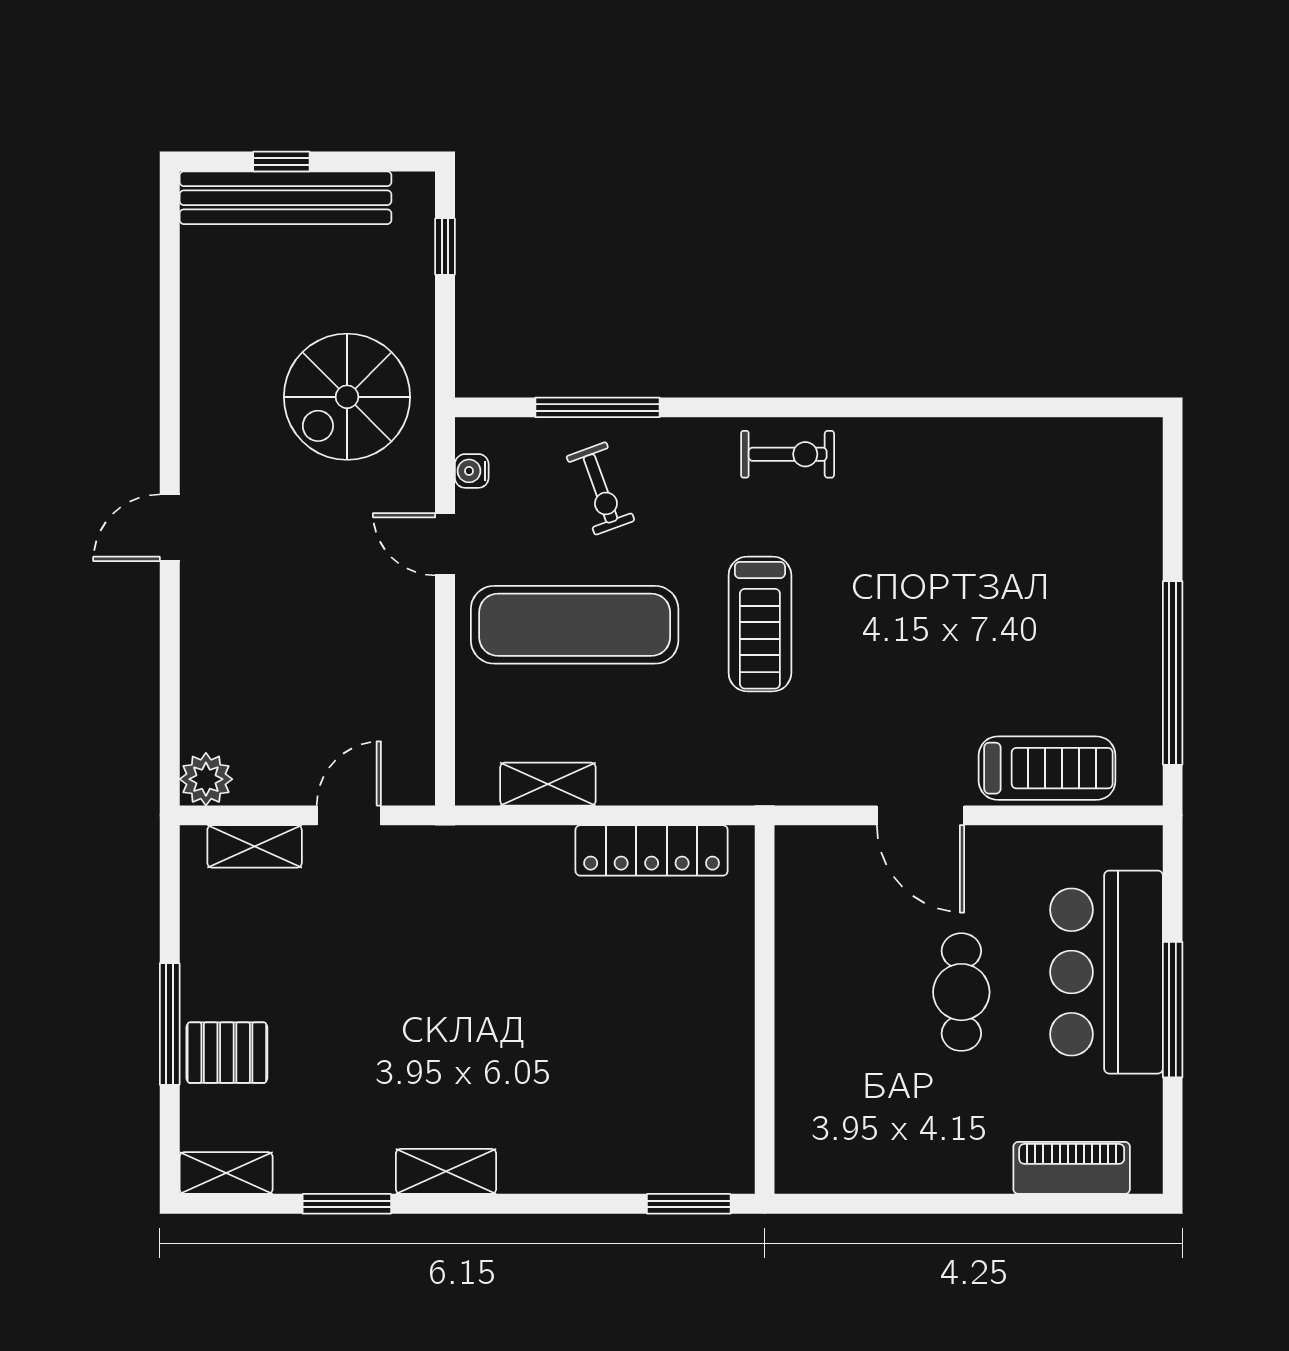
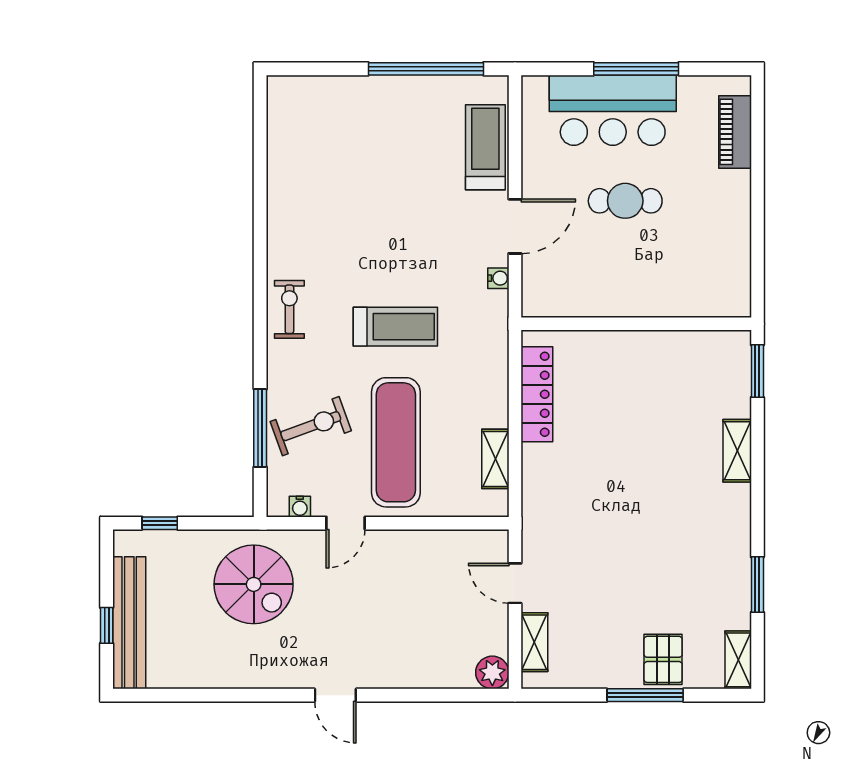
exercise bike: (600, 488) -> (311, 426), width x1.38, depth x1.39
water cooler: (837, 789) -> (498, 278), added
shelving: (446, 1171) -> (737, 451), moved

